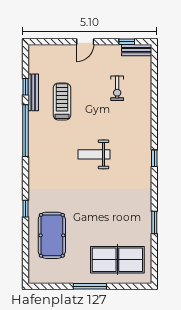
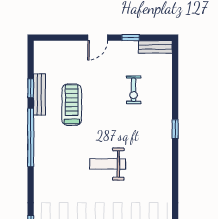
window: (127, 42) -> (131, 38), moved
window: (154, 158) -> (175, 129), moved

